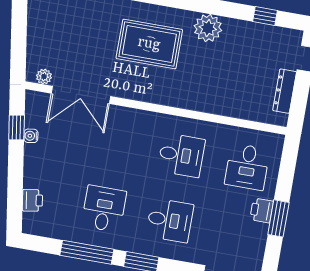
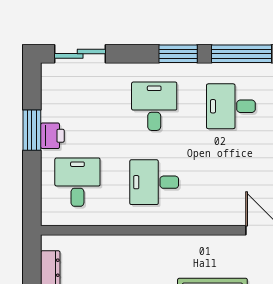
desk: (104, 209) -> (231, 106), turned 90
desk: (170, 220) -> (154, 106), turned 90

